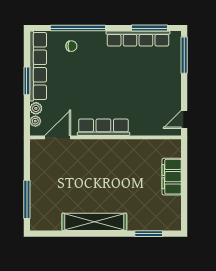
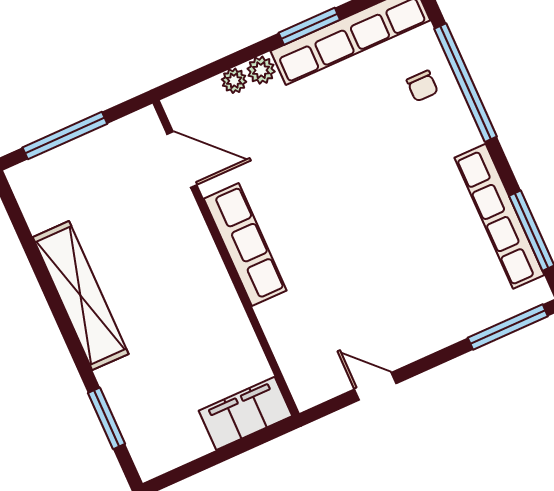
row of seats: (103, 127) -> (245, 245), moved
door: (58, 137) -> (182, 159), moved
wall: (106, 137) -> (226, 258), moved

